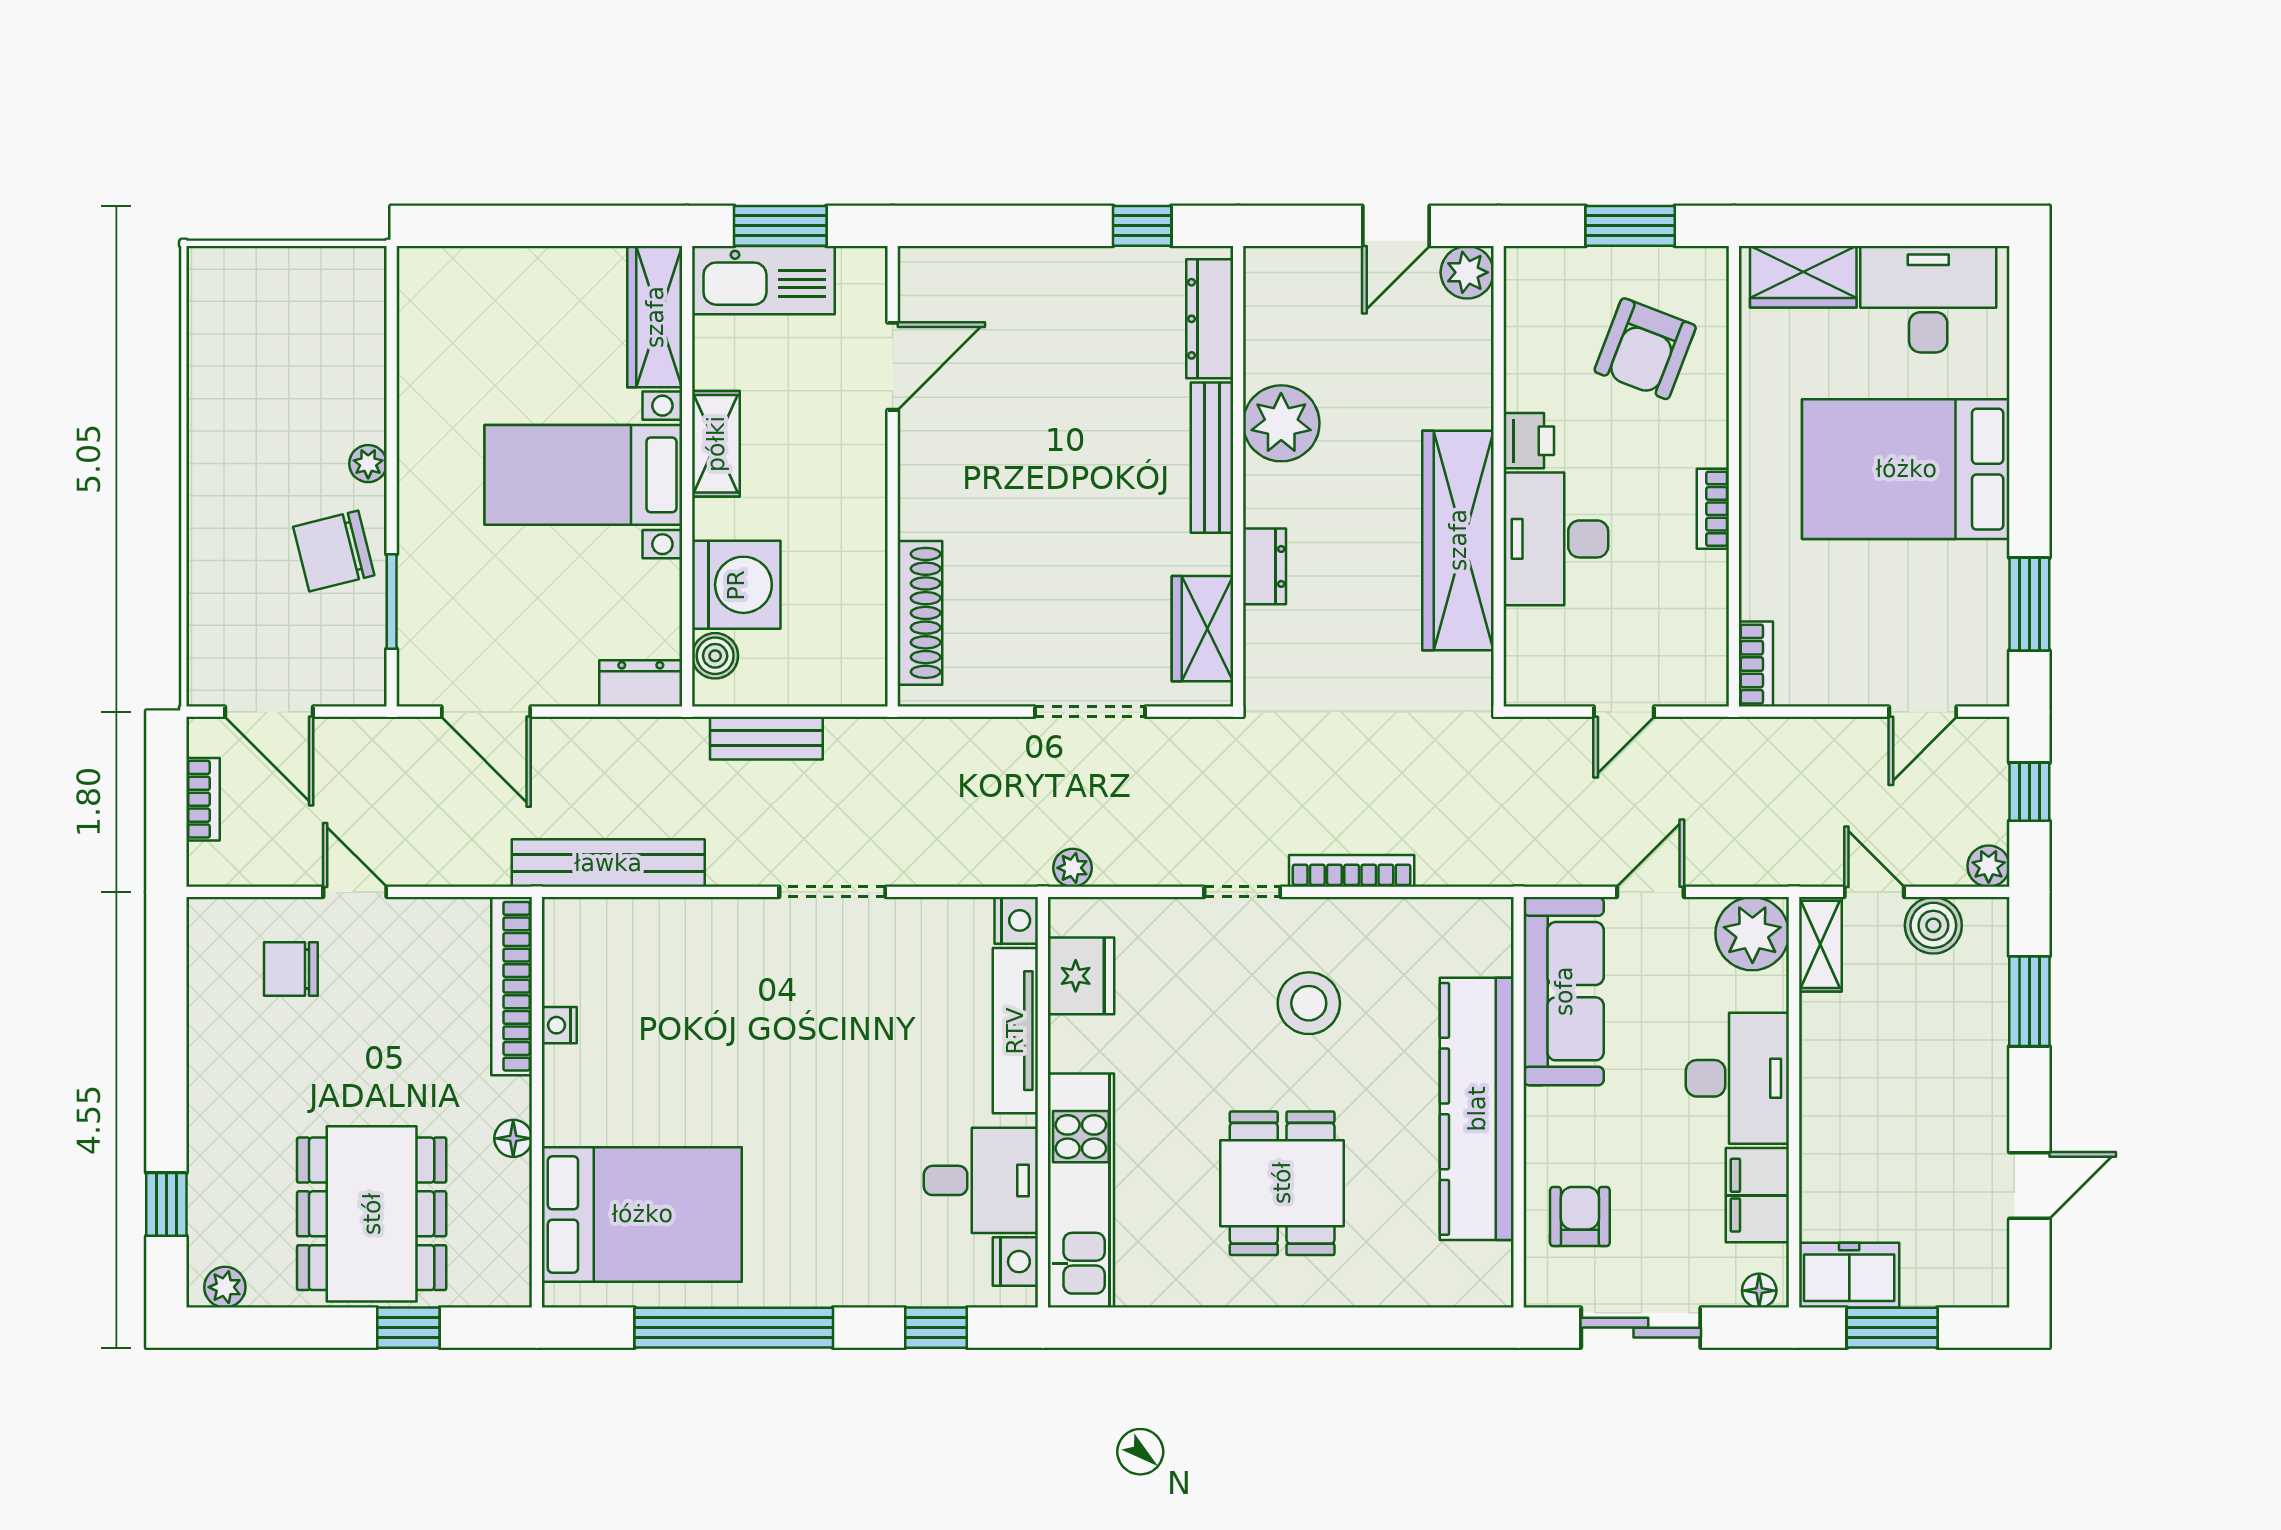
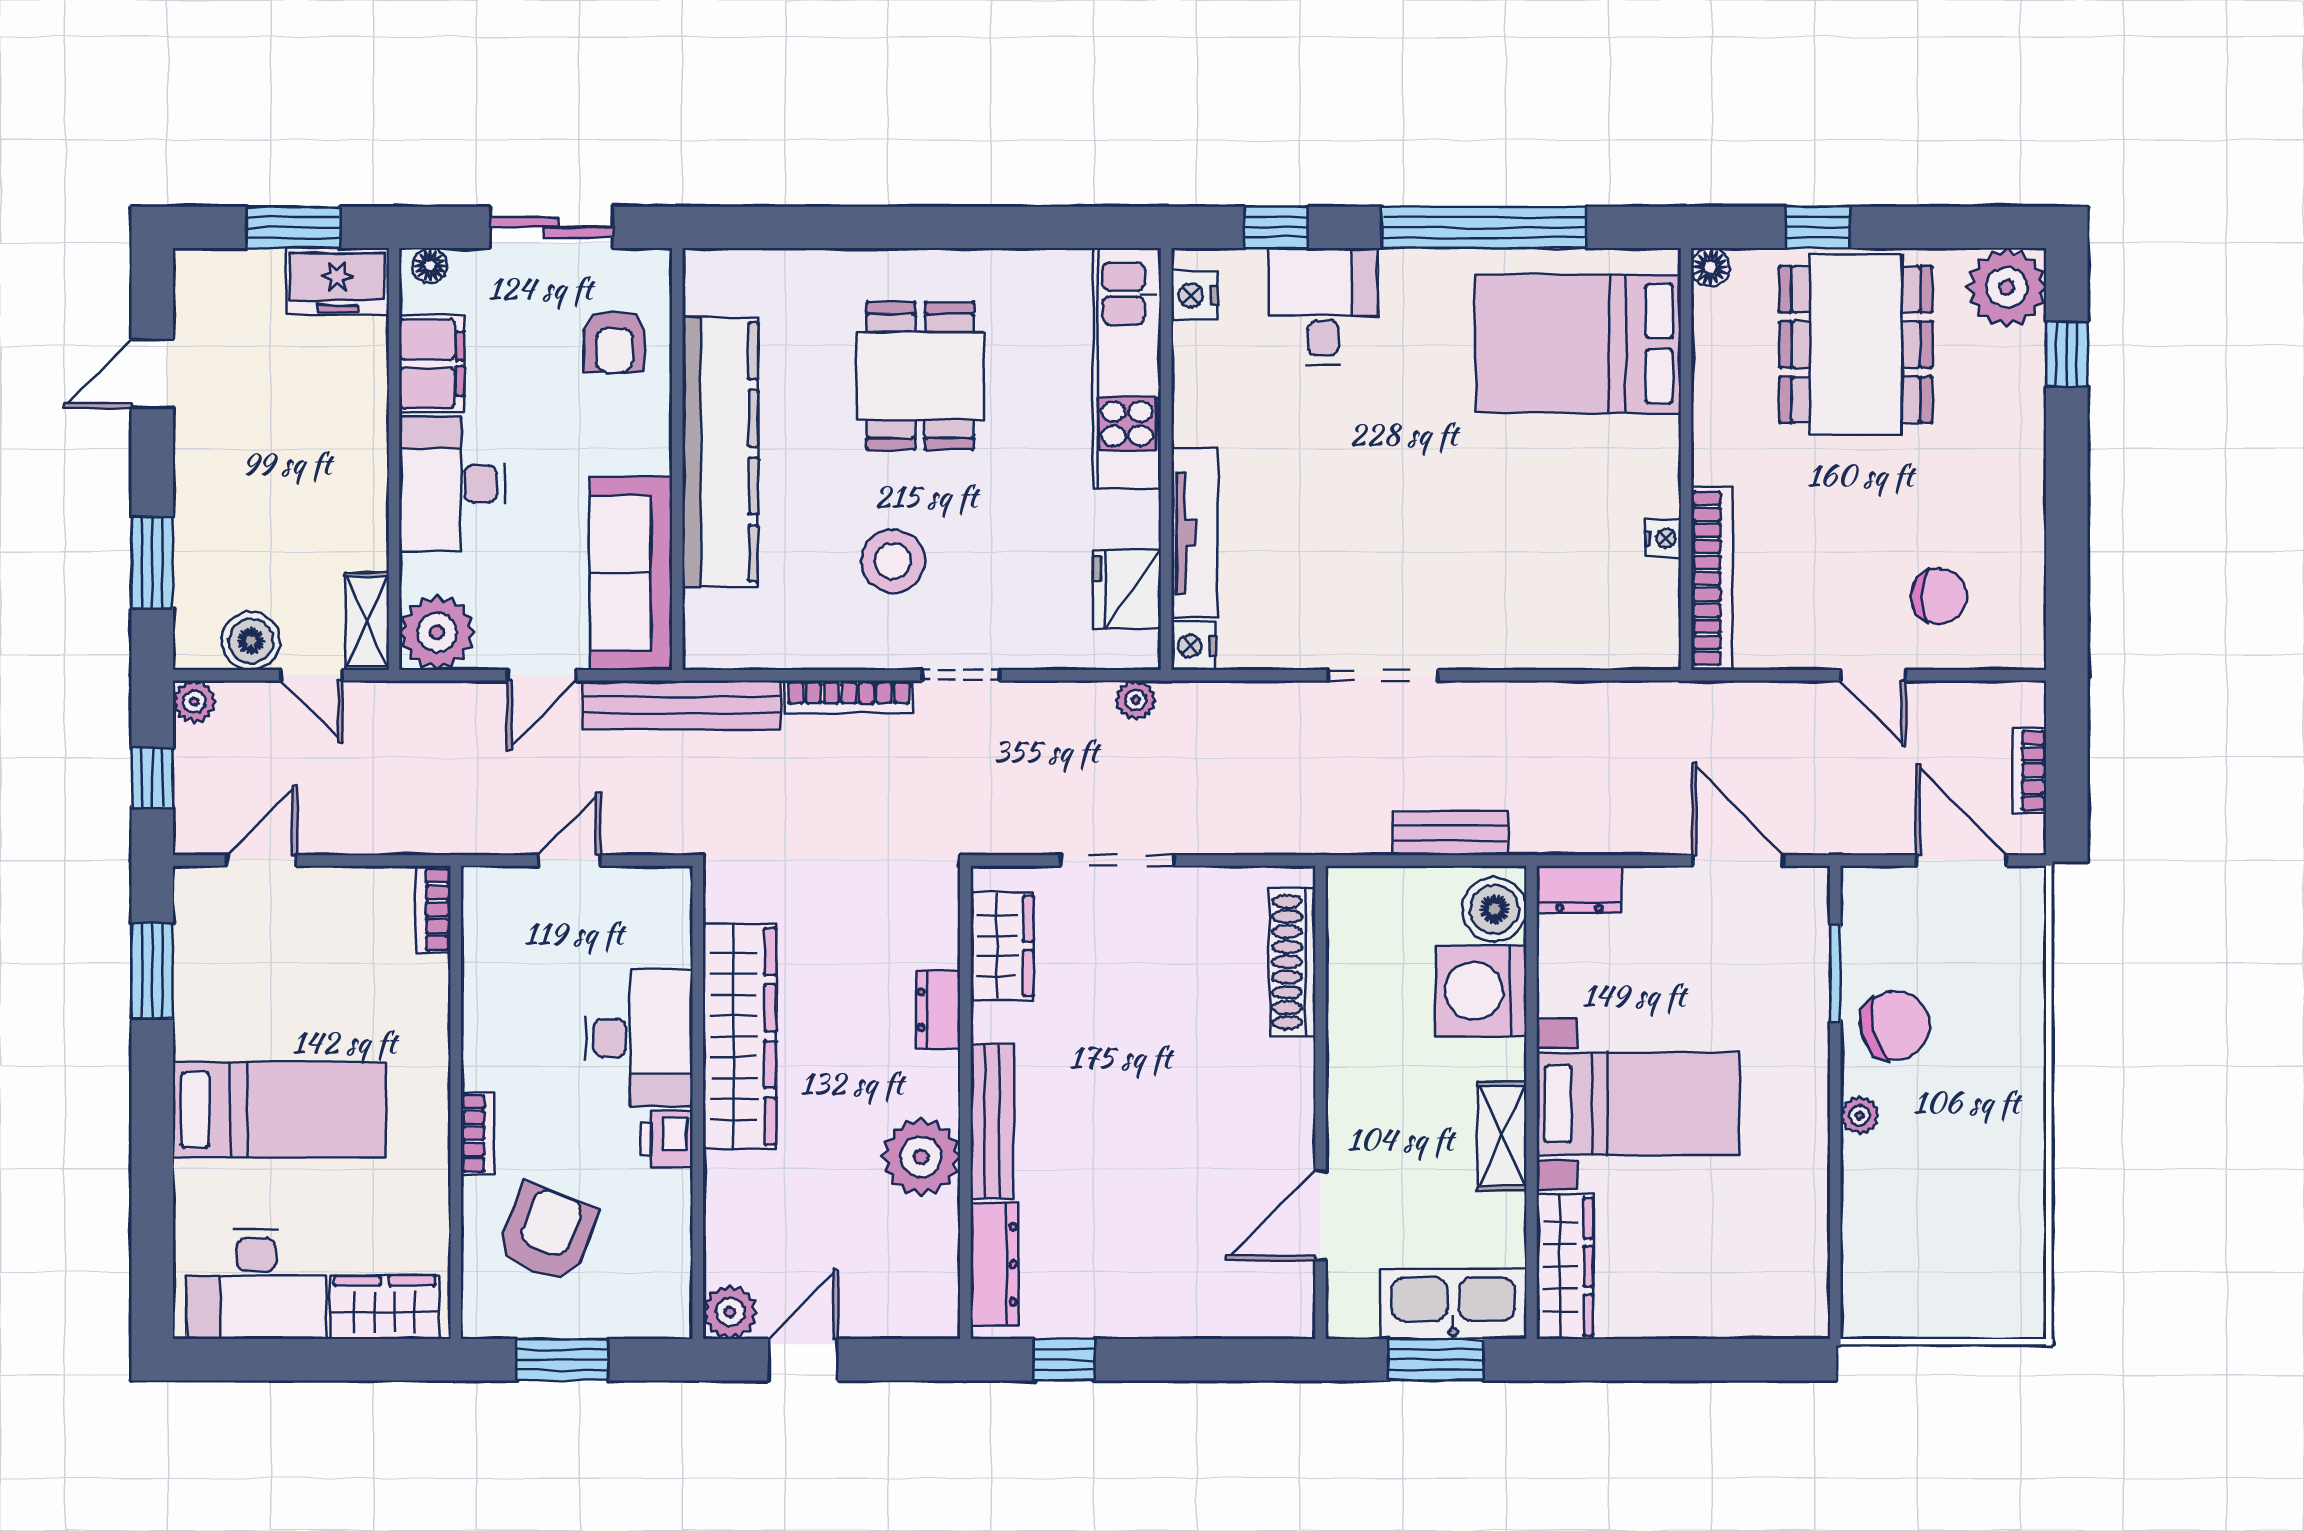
bed: (1906, 469) -> (279, 1110), width x0.67
bookcase: (1713, 509) -> (477, 1133), moved
boiler: (715, 656) -> (1494, 909), width x1.36, depth x1.36
bench: (608, 863) -> (681, 705), moved
floor lamp: (513, 1138) -> (1710, 267), moved
desk: (981, 1180) -> (1323, 306), moved, turned 90
plant: (225, 1287) -> (2007, 287), width x1.88, depth x1.88

